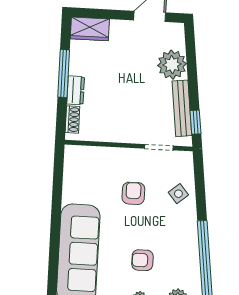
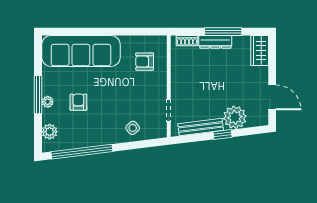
dresser: (76, 90) -> (215, 42), width x1.44
window: (195, 122) -> (223, 134), moved
armchair: (133, 193) -> (145, 62), moved, turned 180

